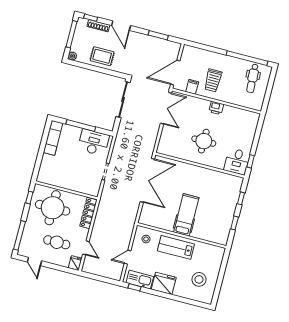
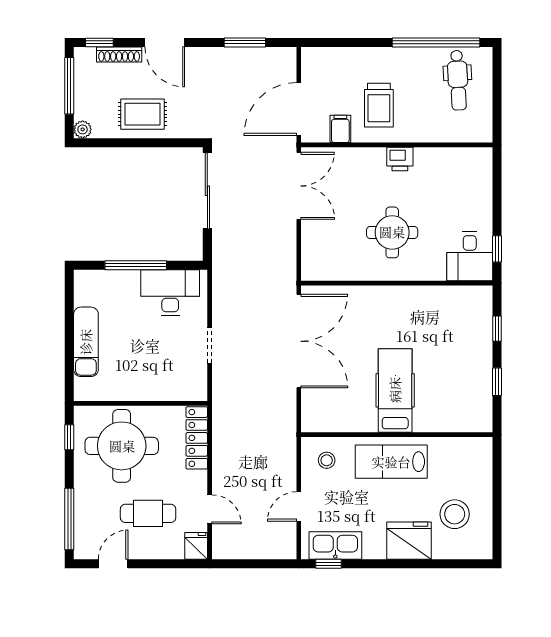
exam couch: (53, 138) -> (86, 342), moved
door: (35, 261) -> (113, 564), swing flipped
fridge: (164, 283) -> (409, 541), moved

